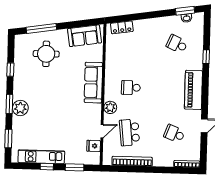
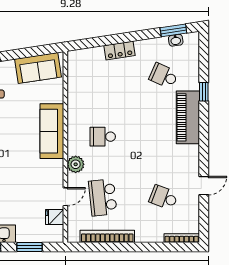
locker: (122, 27) -> (120, 51), moved
piano: (193, 90) -> (188, 117), moved

